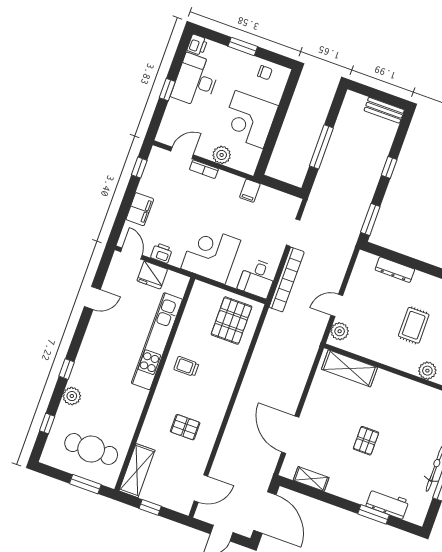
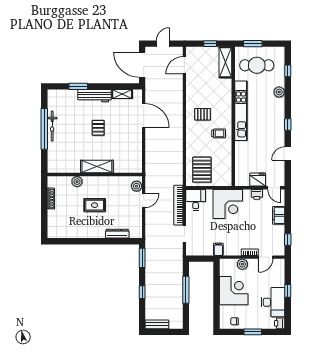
rug: (414, 325) -> (95, 205), turned 90
kitchen unit: (157, 341) -> (241, 111), moved
shelving: (349, 368) -> (97, 167), moved
window: (67, 369) -> (288, 124), moved
pallet: (185, 427) -> (202, 114), moved
workbench: (387, 504) -> (94, 96), moved, width x1.37

